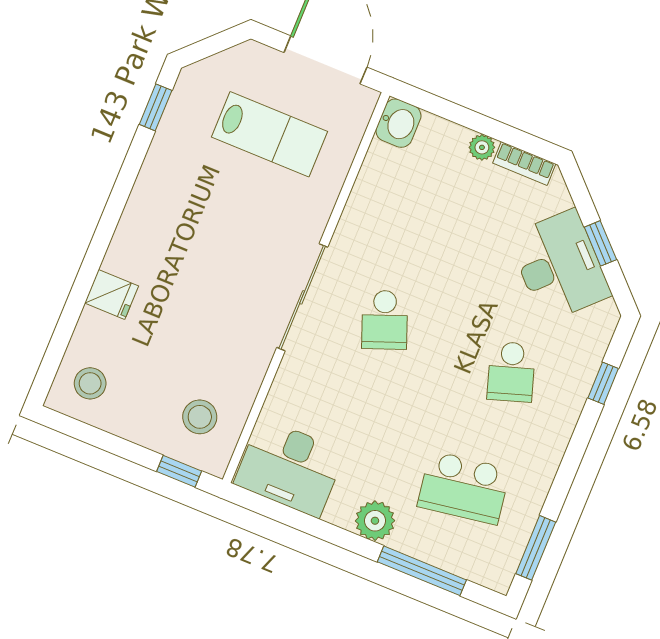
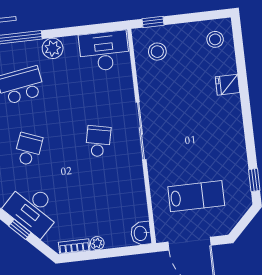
lab bench: (269, 134) -> (196, 196), turned 180
school desk: (385, 320) -> (98, 141), turned 33
school desk: (511, 372) -> (28, 149), turned 39

